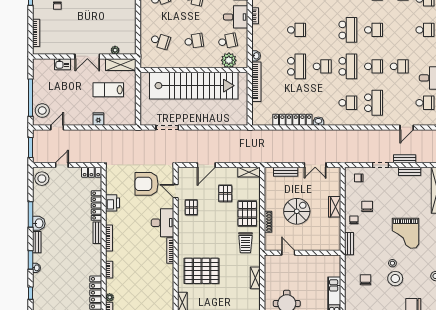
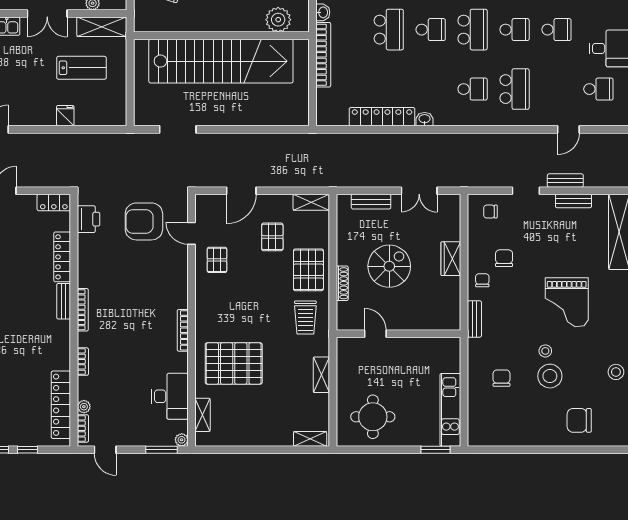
lab bench: (108, 90) -> (81, 68), turned 180
printer: (113, 203) -> (88, 219), moved
desk: (162, 223) -> (170, 396), moved

